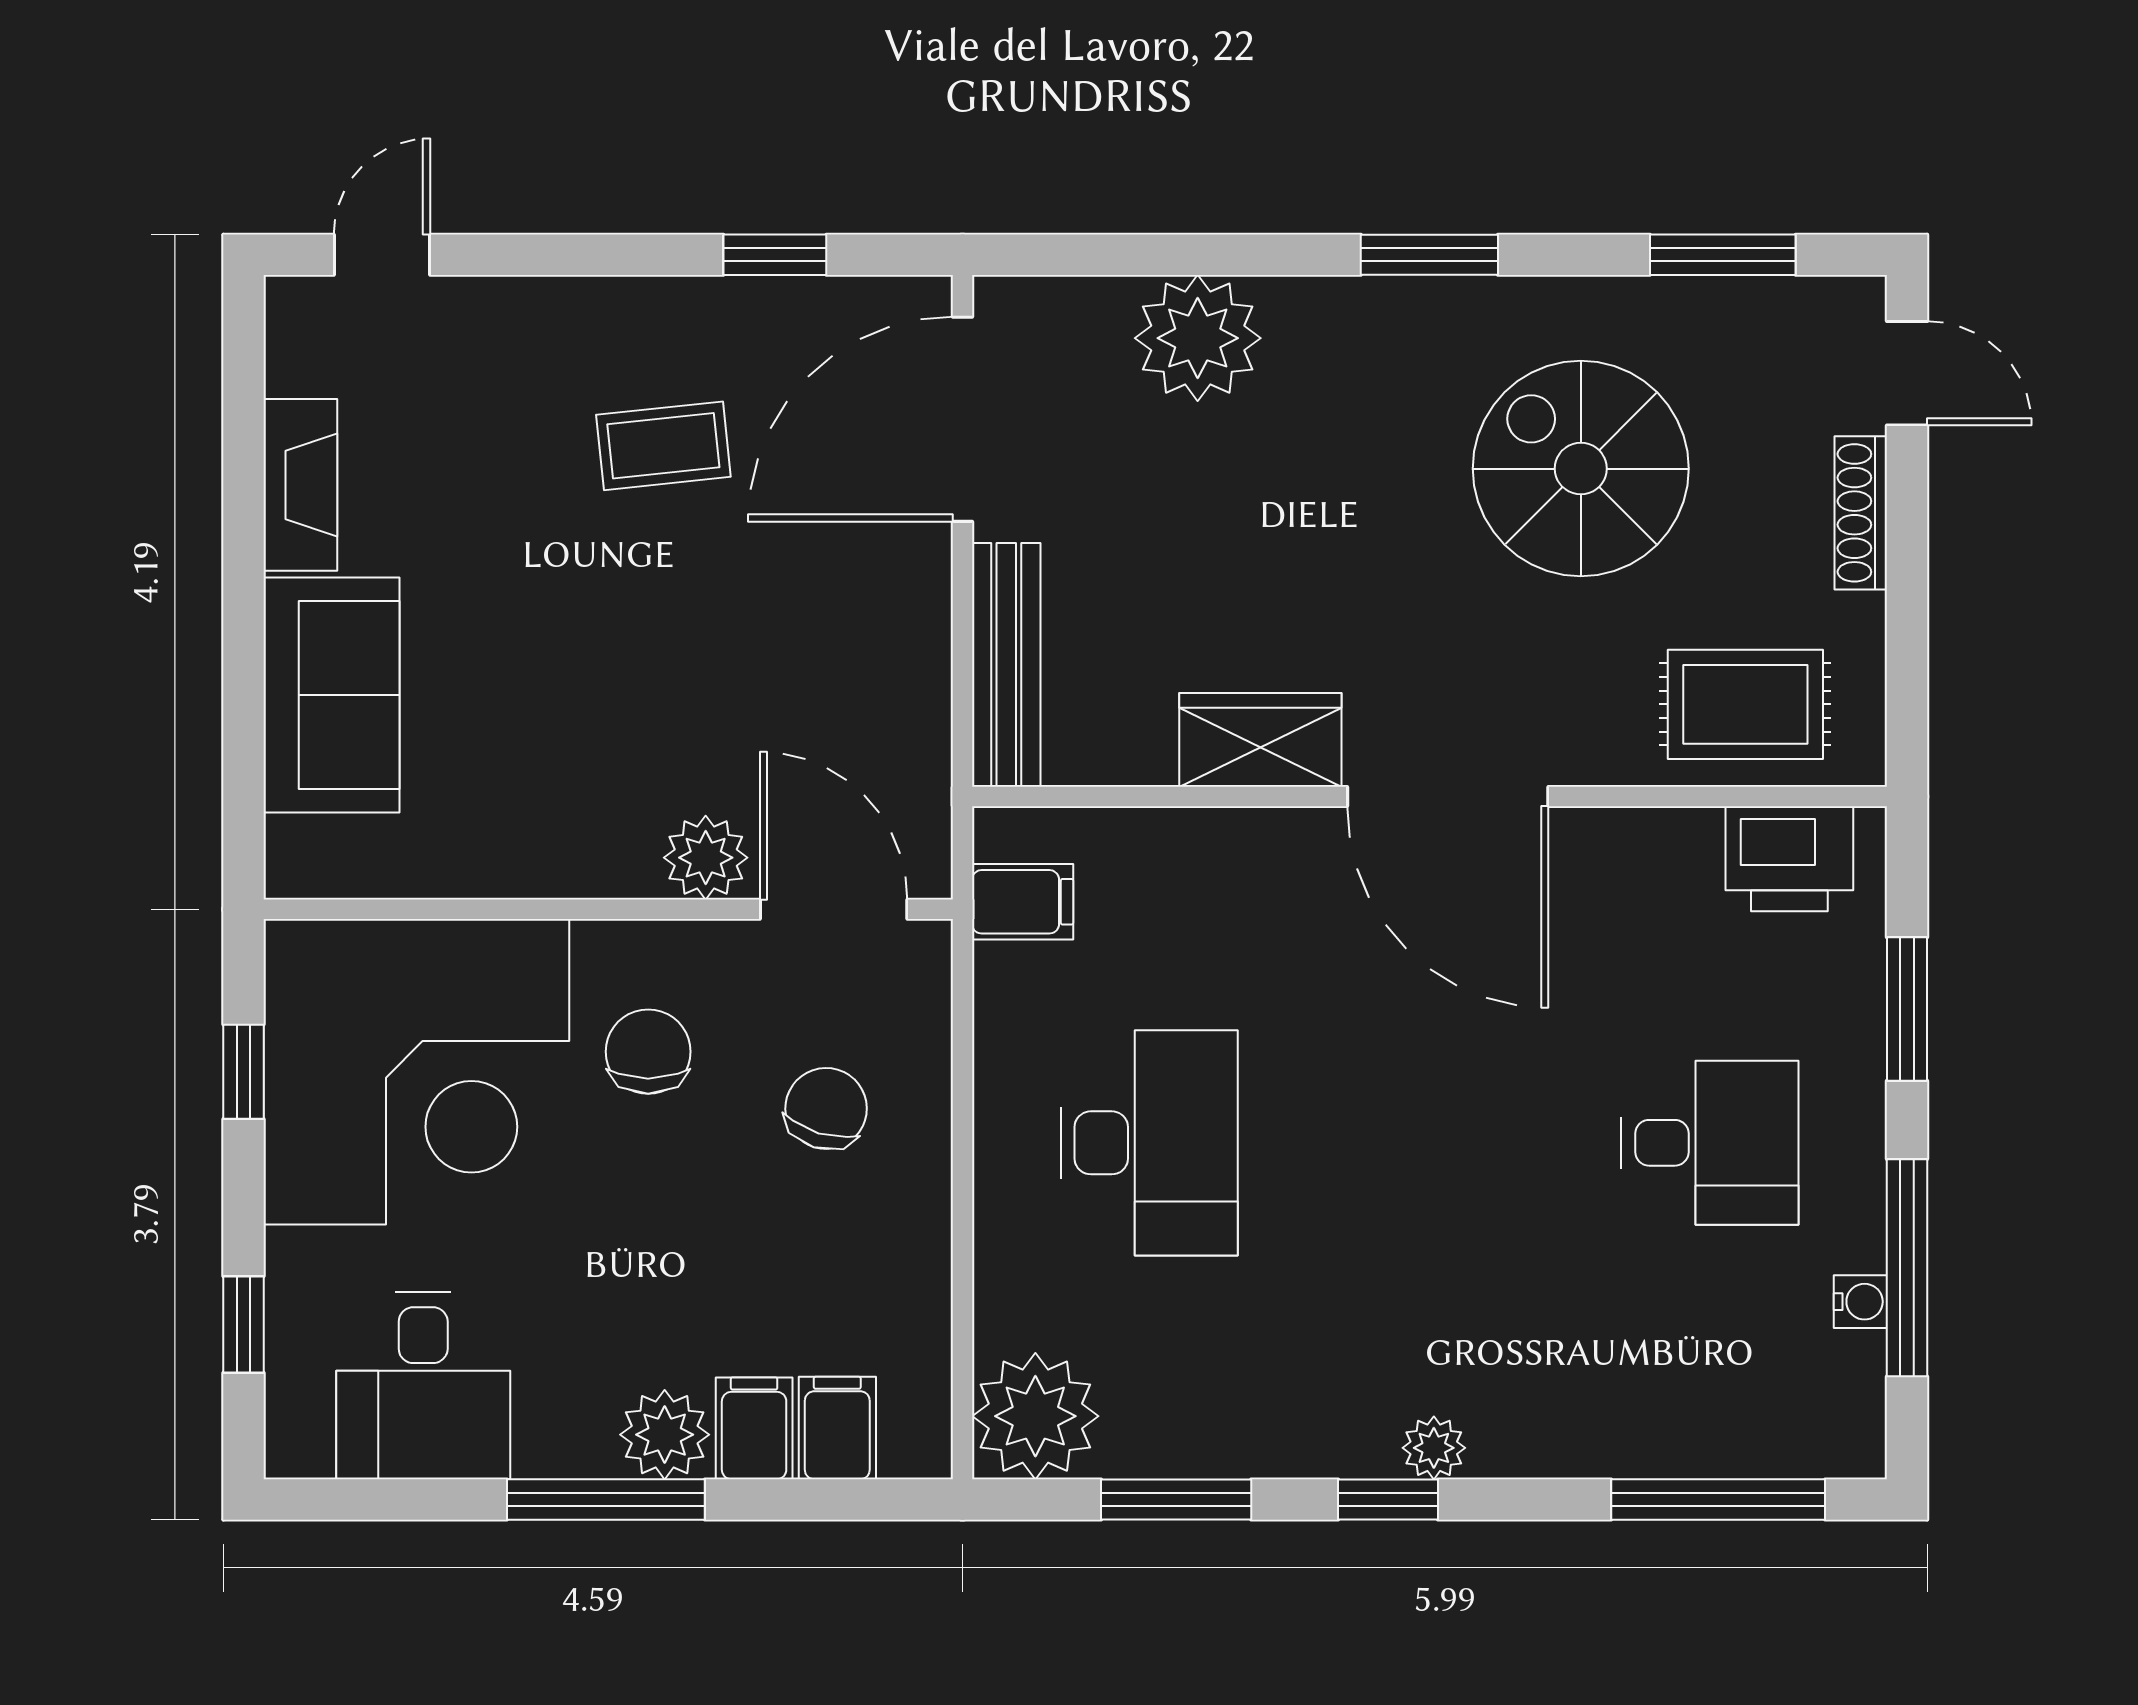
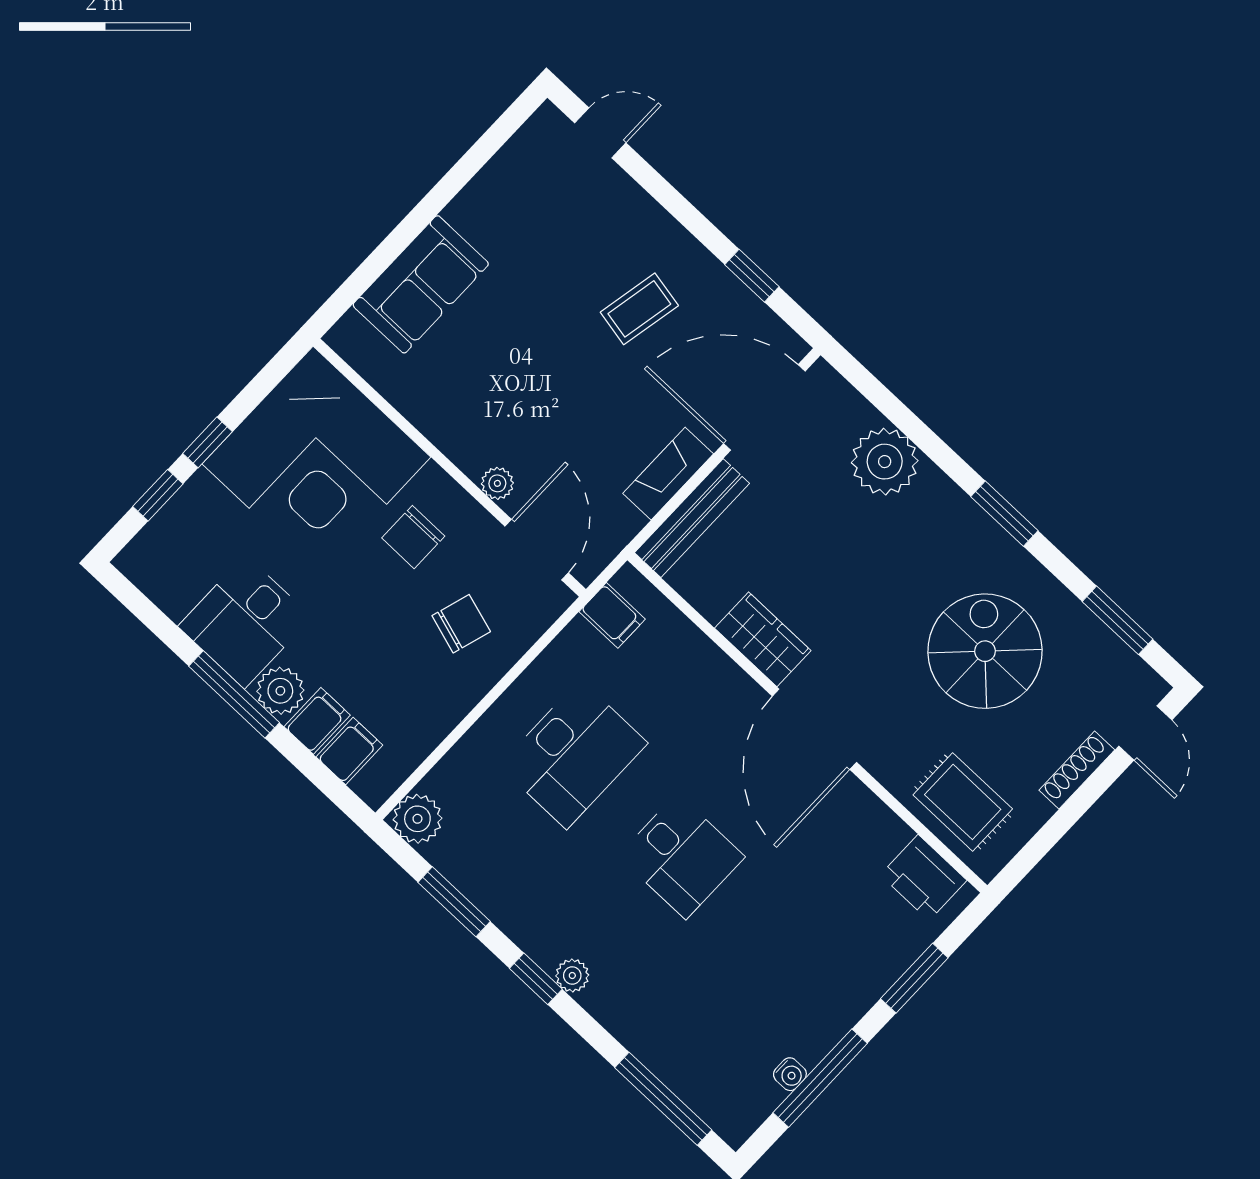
coffee table: (663, 446) -> (639, 309), turned -73
fireplace: (300, 485) -> (668, 474), moved, turned 180
plant: (706, 858) -> (497, 483), width x0.73, depth x0.73
chair: (648, 1052) -> (413, 537), turned 180
window: (243, 1072) -> (208, 442), moved
desk: (1710, 1143) -> (681, 856), moved
desk: (423, 1386) -> (245, 622), moved
plant: (1035, 1416) -> (417, 819), width x0.73, depth x0.73

